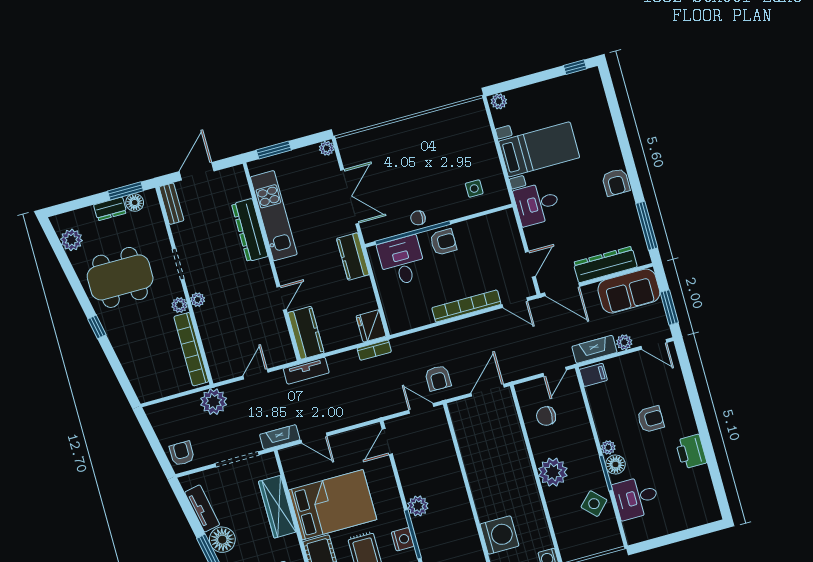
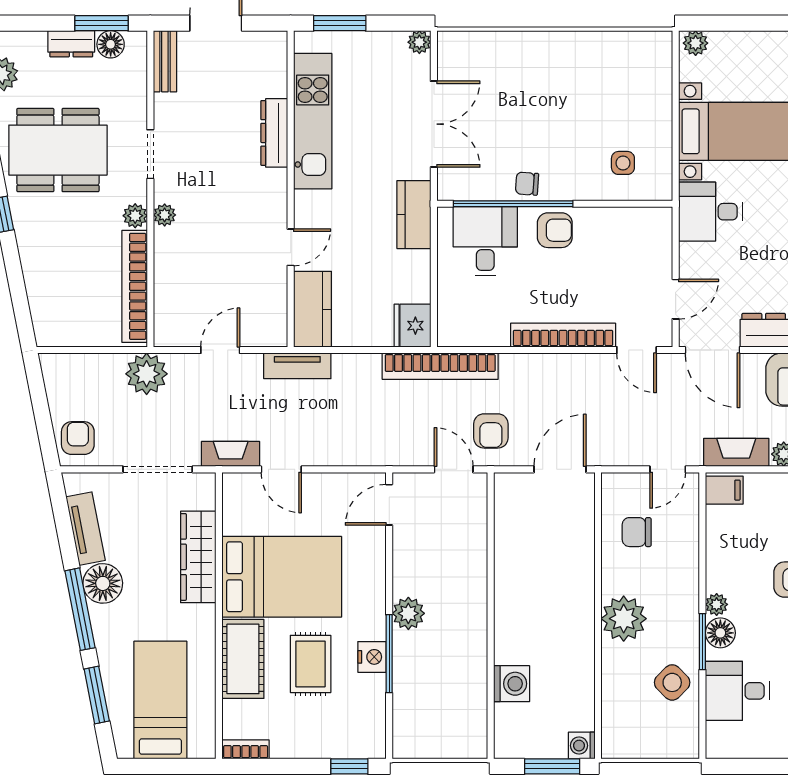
dresser: (250, 230) -> (274, 133), width x0.73, depth x0.80
bookcase: (374, 350) -> (440, 366), width x2.31, depth x1.31
washing machine: (499, 535) -> (512, 684), width x0.73, depth x0.73

